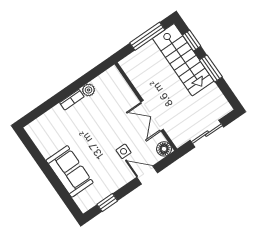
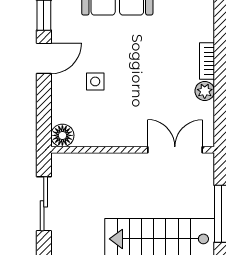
double door: (152, 116) -> (175, 150), moved
door: (147, 175) -> (44, 58), moved

